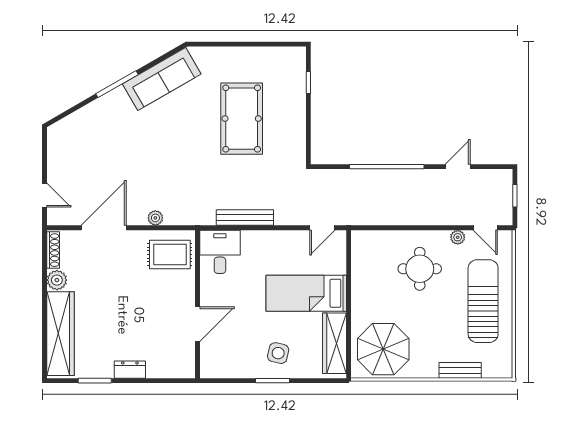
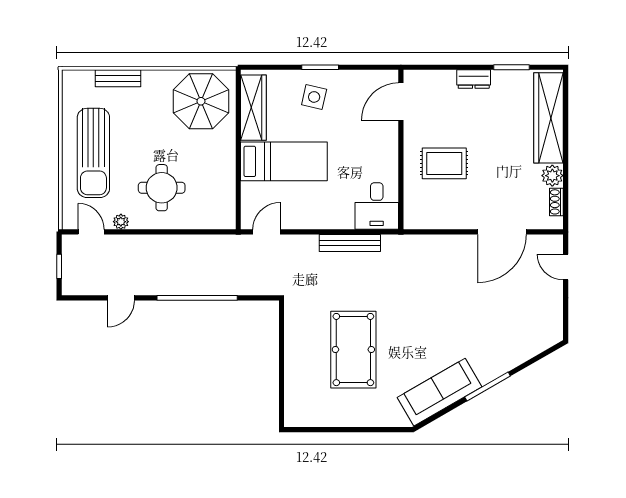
window: (308, 83) -> (281, 388), removed
plant: (155, 218) -> (446, 243), removed
shoe rack: (53, 250) -> (556, 202), width x0.70
rug: (170, 255) -> (444, 163), moved
door: (198, 324) -> (401, 102), moved

